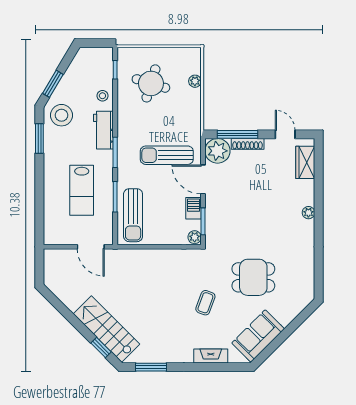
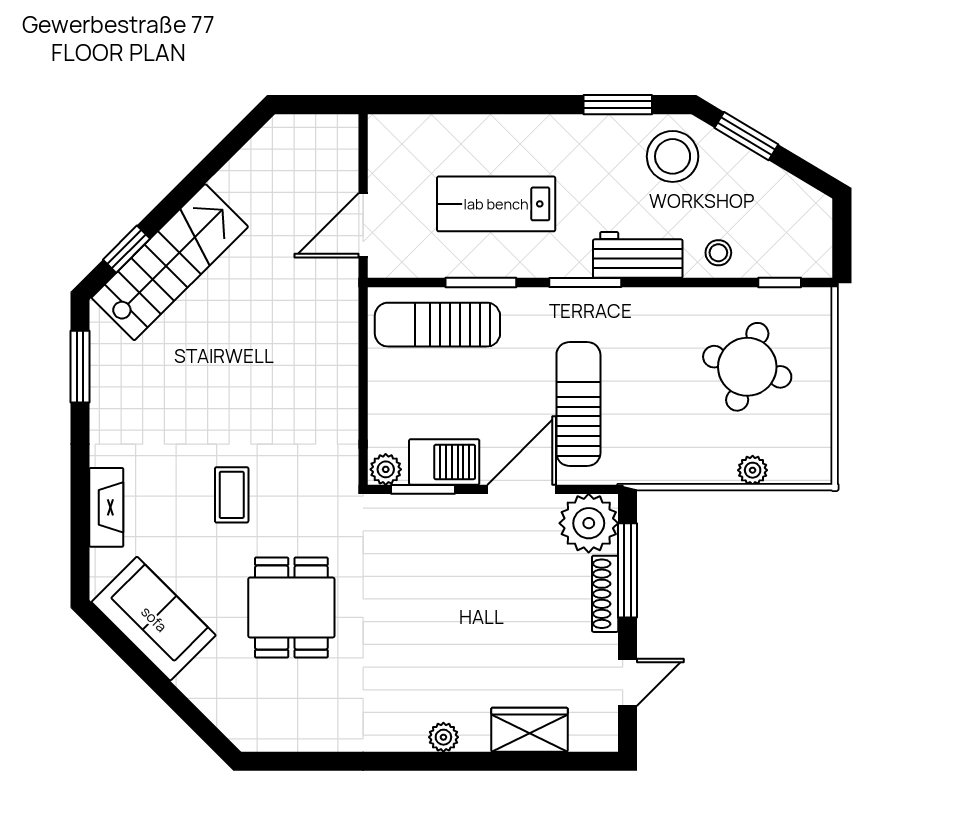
wardrobe: (305, 162) -> (529, 730), moved
barbecue: (193, 208) -> (444, 462), width x1.38, depth x1.27
coffee table: (205, 303) -> (232, 495), turned 70

